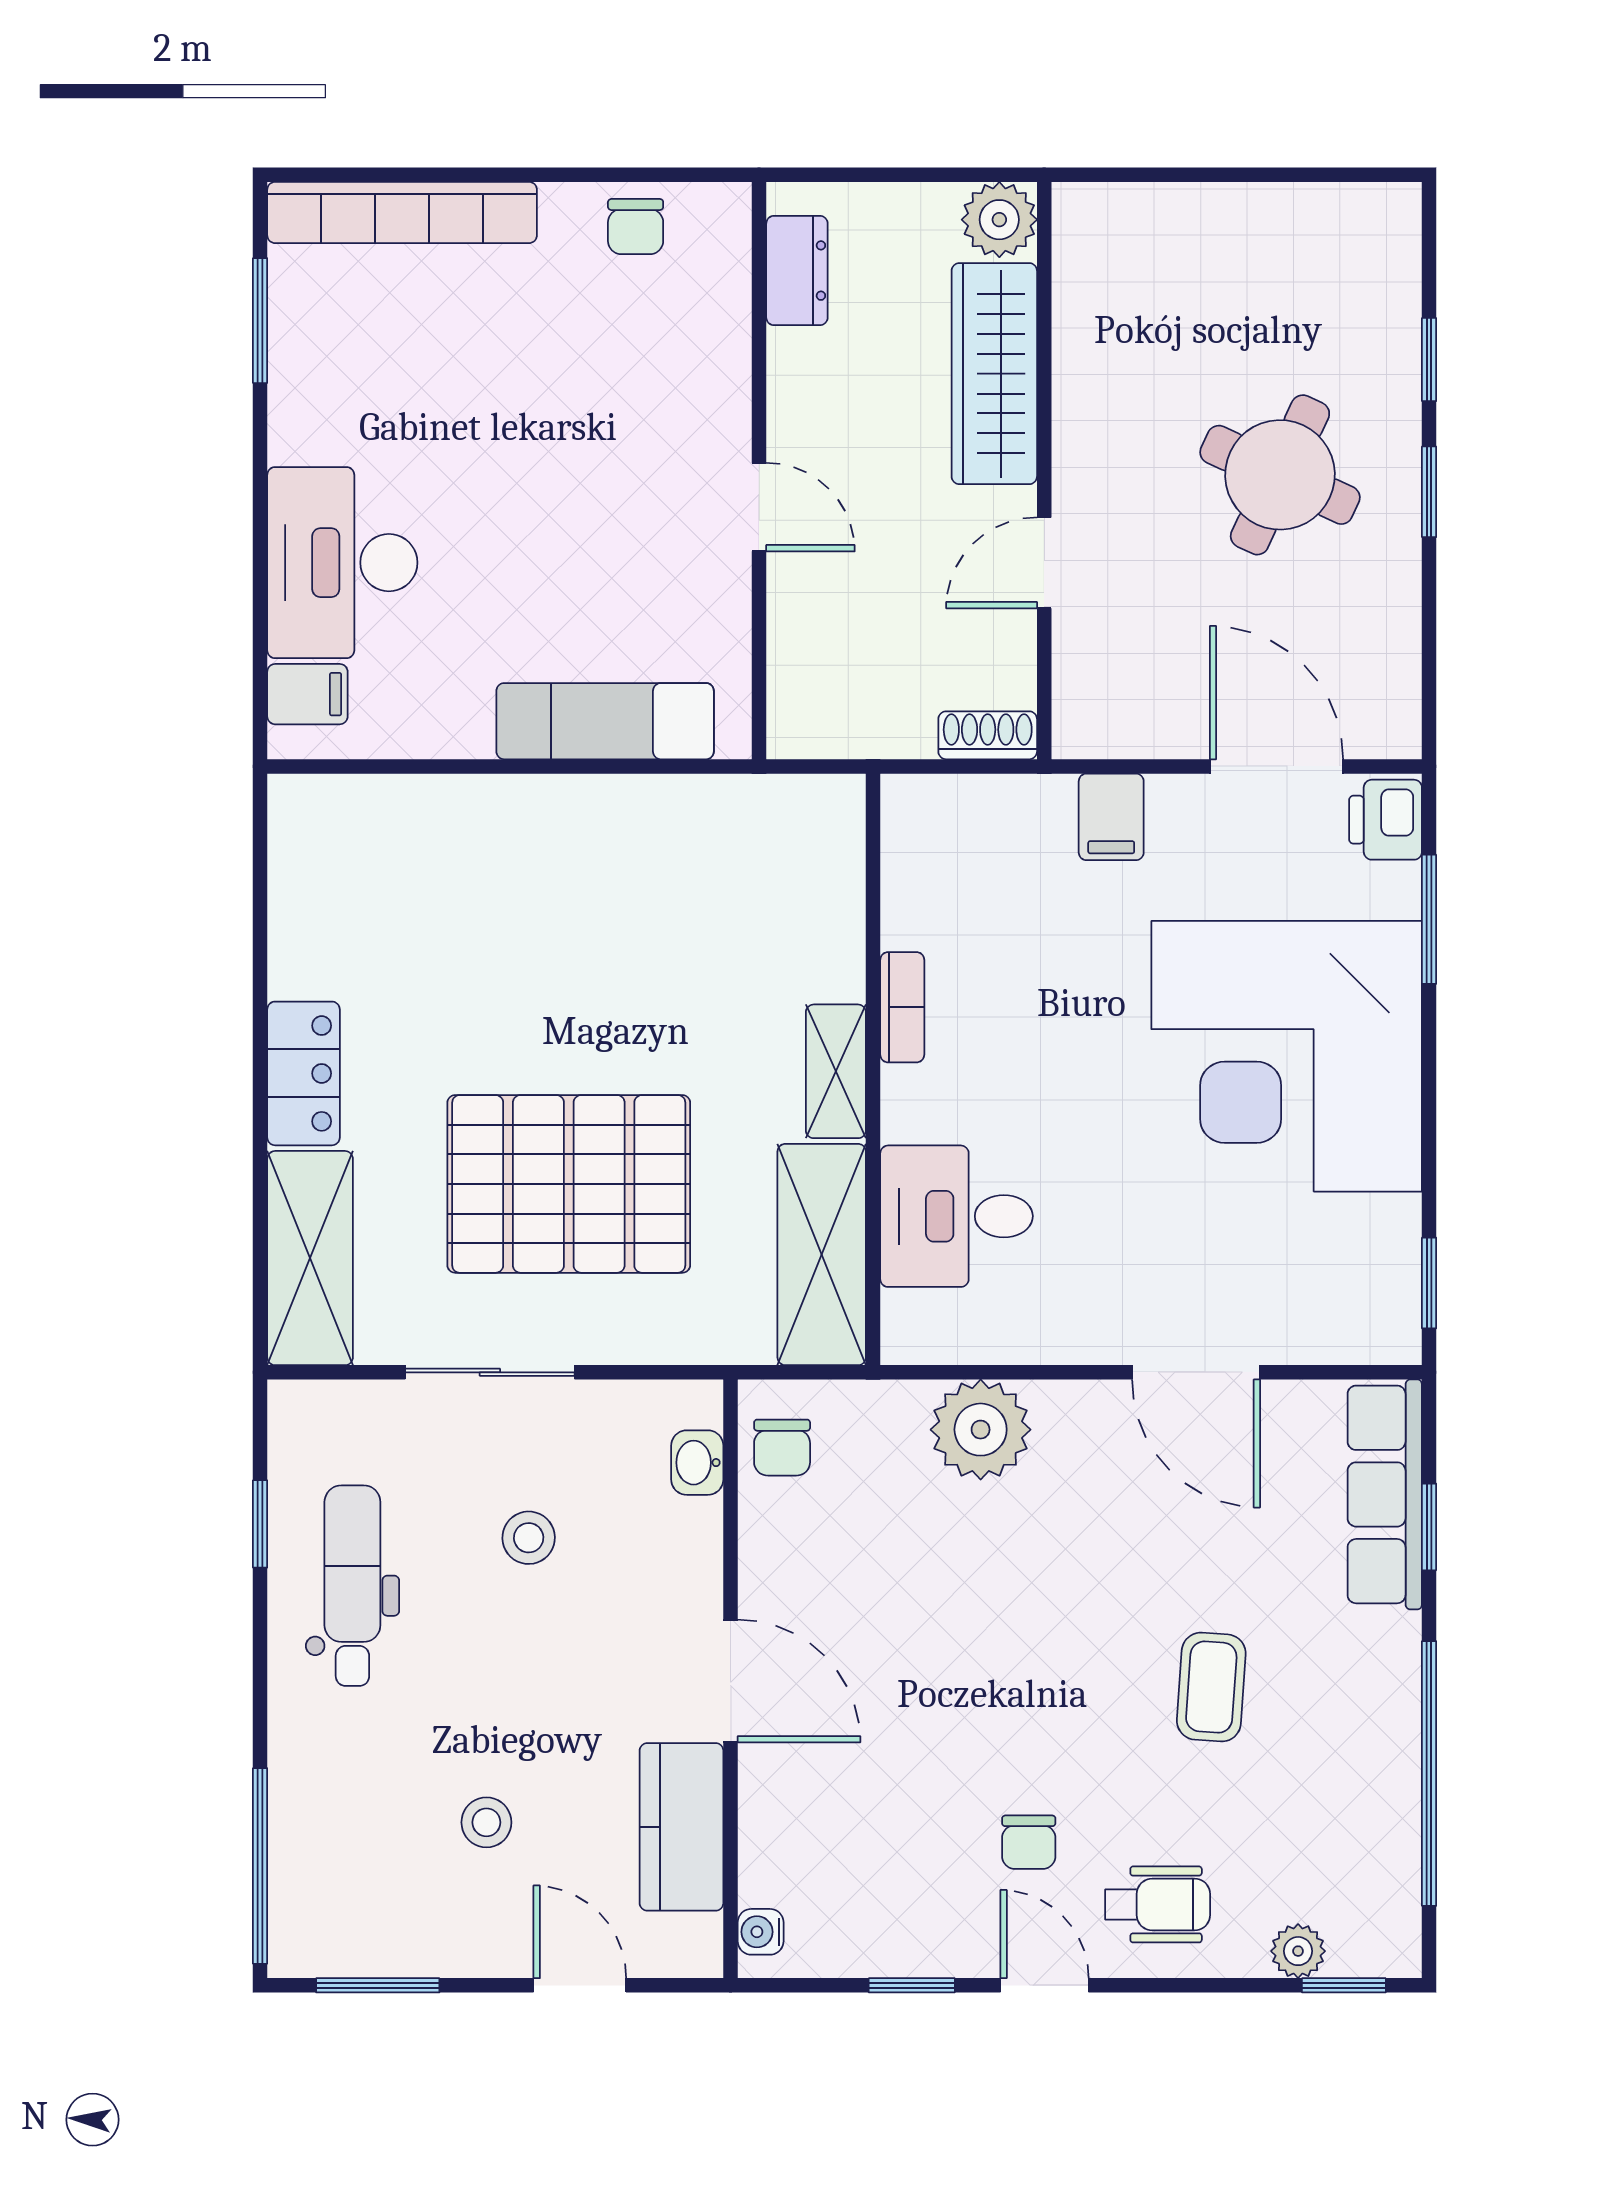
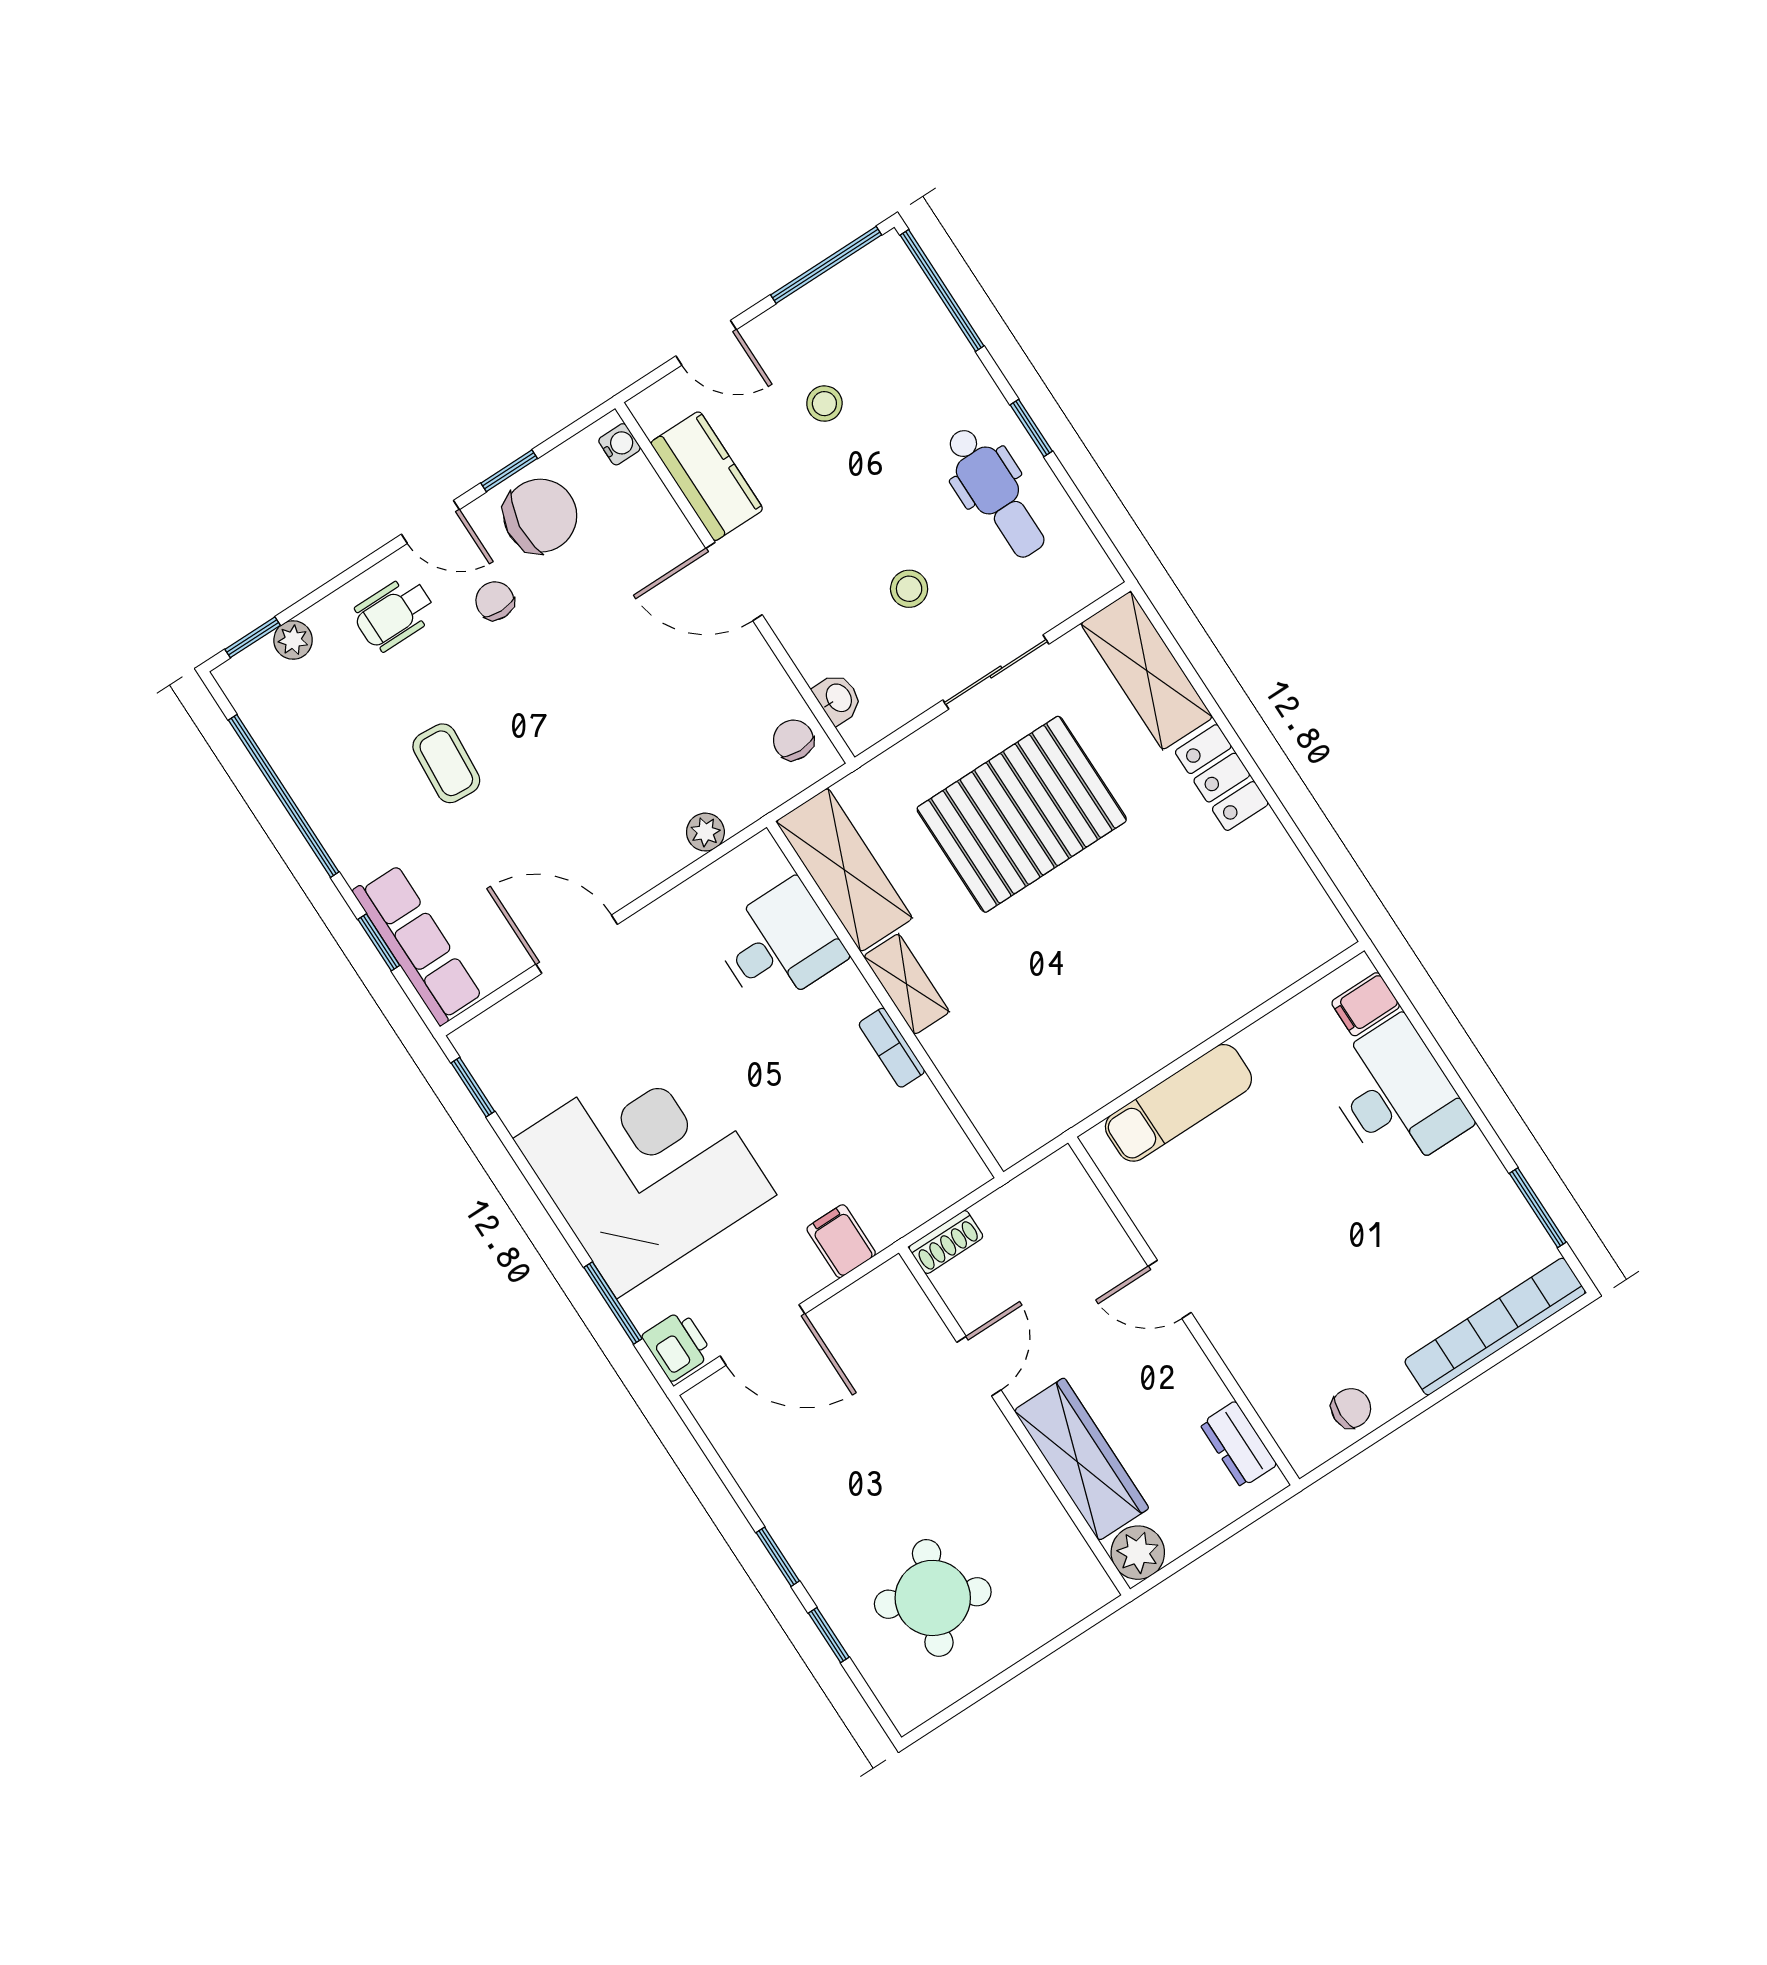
chair: (636, 227) -> (1351, 1408), turned 90
round table: (1280, 475) -> (933, 1598), moved
plant: (981, 1430) -> (705, 832), width x0.53, depth x0.53
window: (260, 1524) -> (1031, 428), moved
chair: (909, 1908) -> (540, 516), added
window: (378, 1985) -> (826, 265), width x1.44

